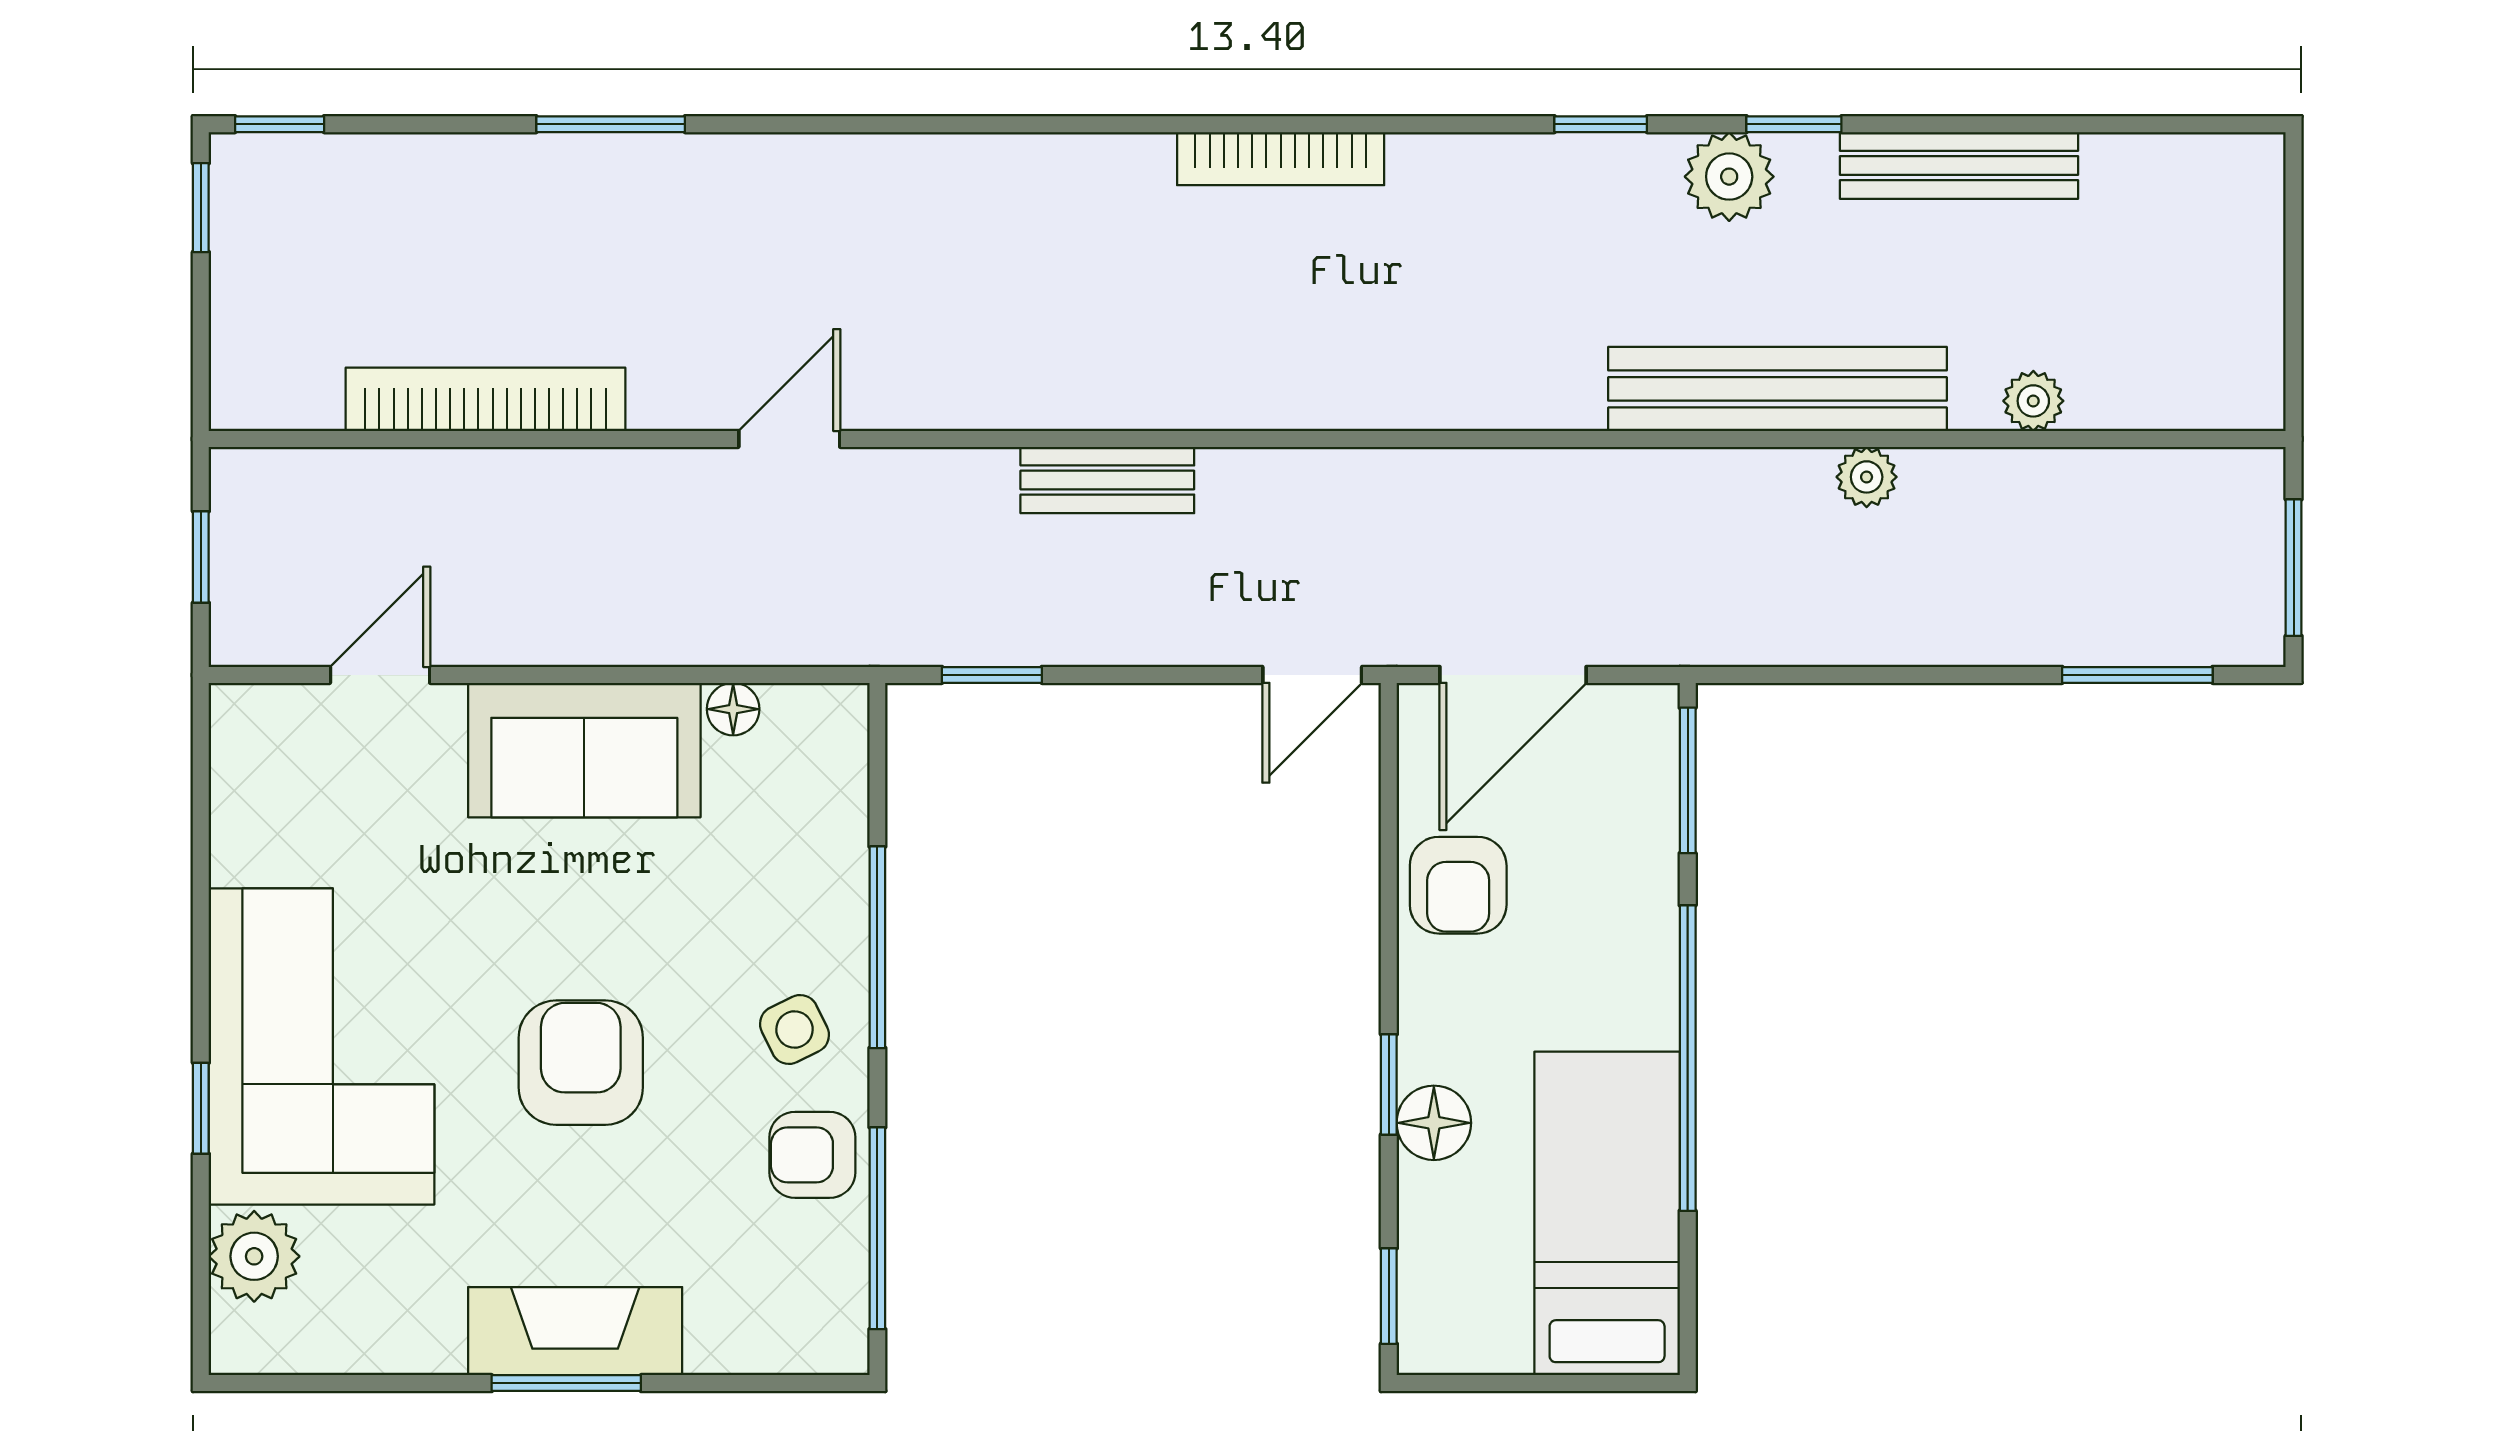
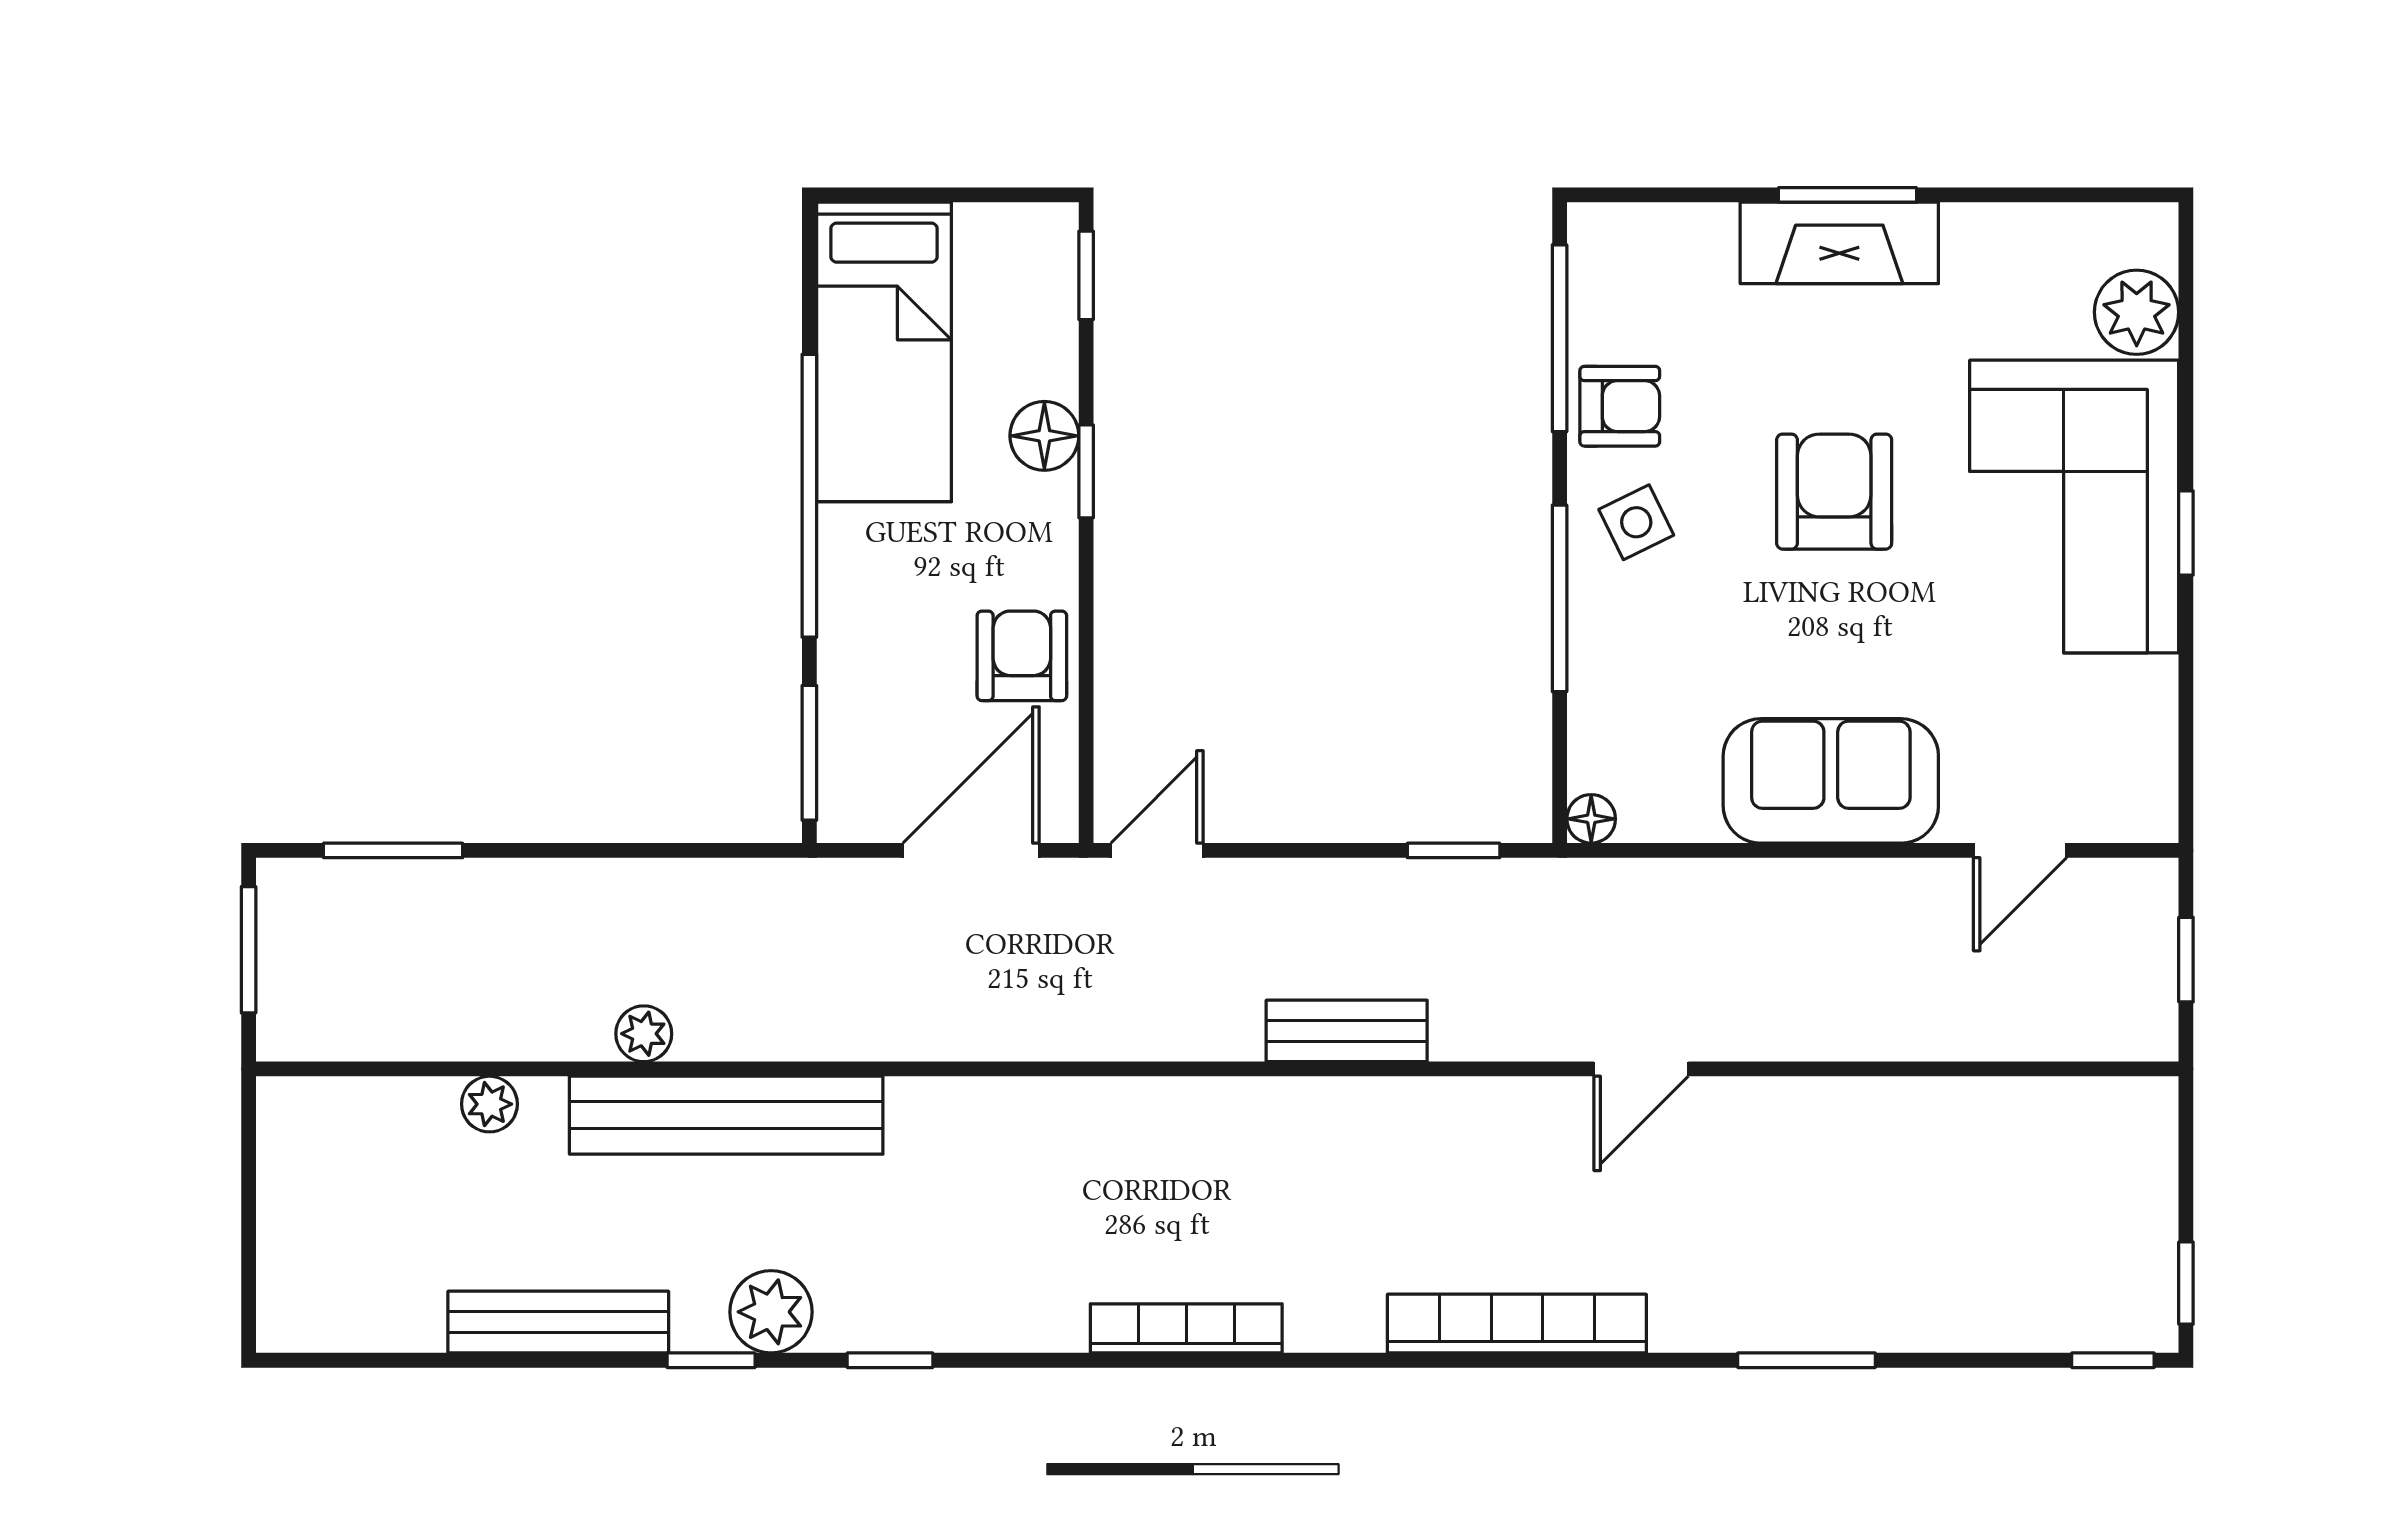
bookcase: (485, 399) -> (1517, 1324), moved, turned 180
floor lamp: (733, 709) -> (1591, 819), moved
armchair: (581, 1063) -> (1834, 492), turned 180
window: (201, 1108) -> (2186, 533), moved

